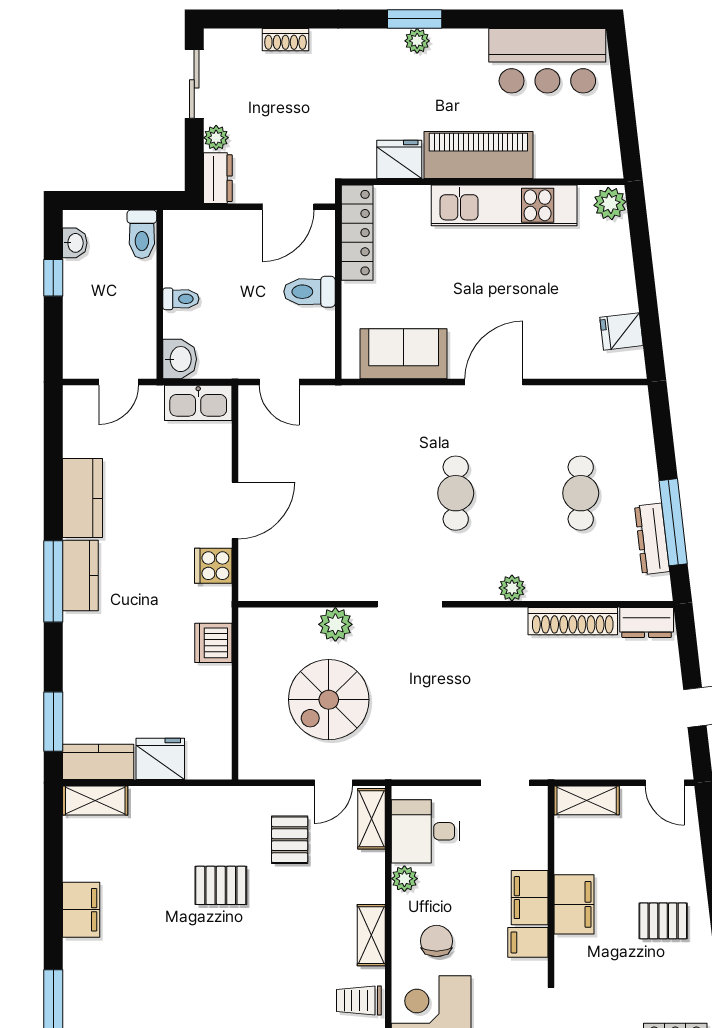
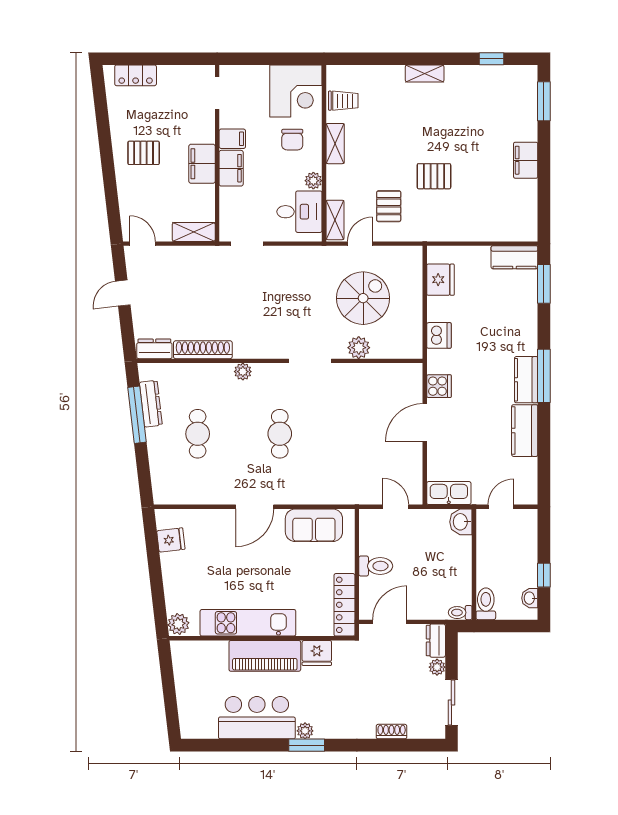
bar counter: (547, 61) -> (257, 718), moved
toilet: (181, 299) -> (460, 613), moved
fridge: (160, 759) -> (440, 280), moved, turned -90
shelving: (95, 800) -> (516, 232), removed

